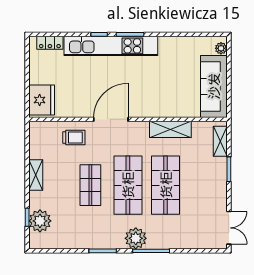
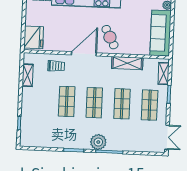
cafe table: (145, 95) -> (110, 37), added
shelving: (36, 175) -> (28, 75), moved
shop shelf: (128, 185) -> (94, 103), width x0.70, depth x0.74
shop shelf: (166, 185) -> (122, 104), width x0.70, depth x0.74
shop shelf: (203, 185) -> (150, 105), added
plant: (40, 221) -> (29, 126), removed

